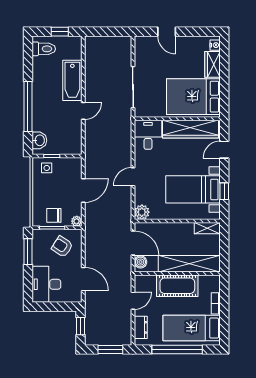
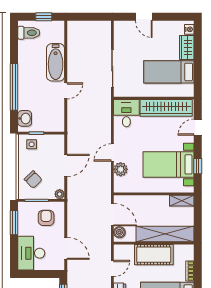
bed: (193, 97) -> (169, 72), width x0.67
plant: (142, 212) -> (121, 169), moved
chair: (54, 215) -> (33, 179), moved, turned -134
armchair: (62, 247) -> (46, 218), turned 57

